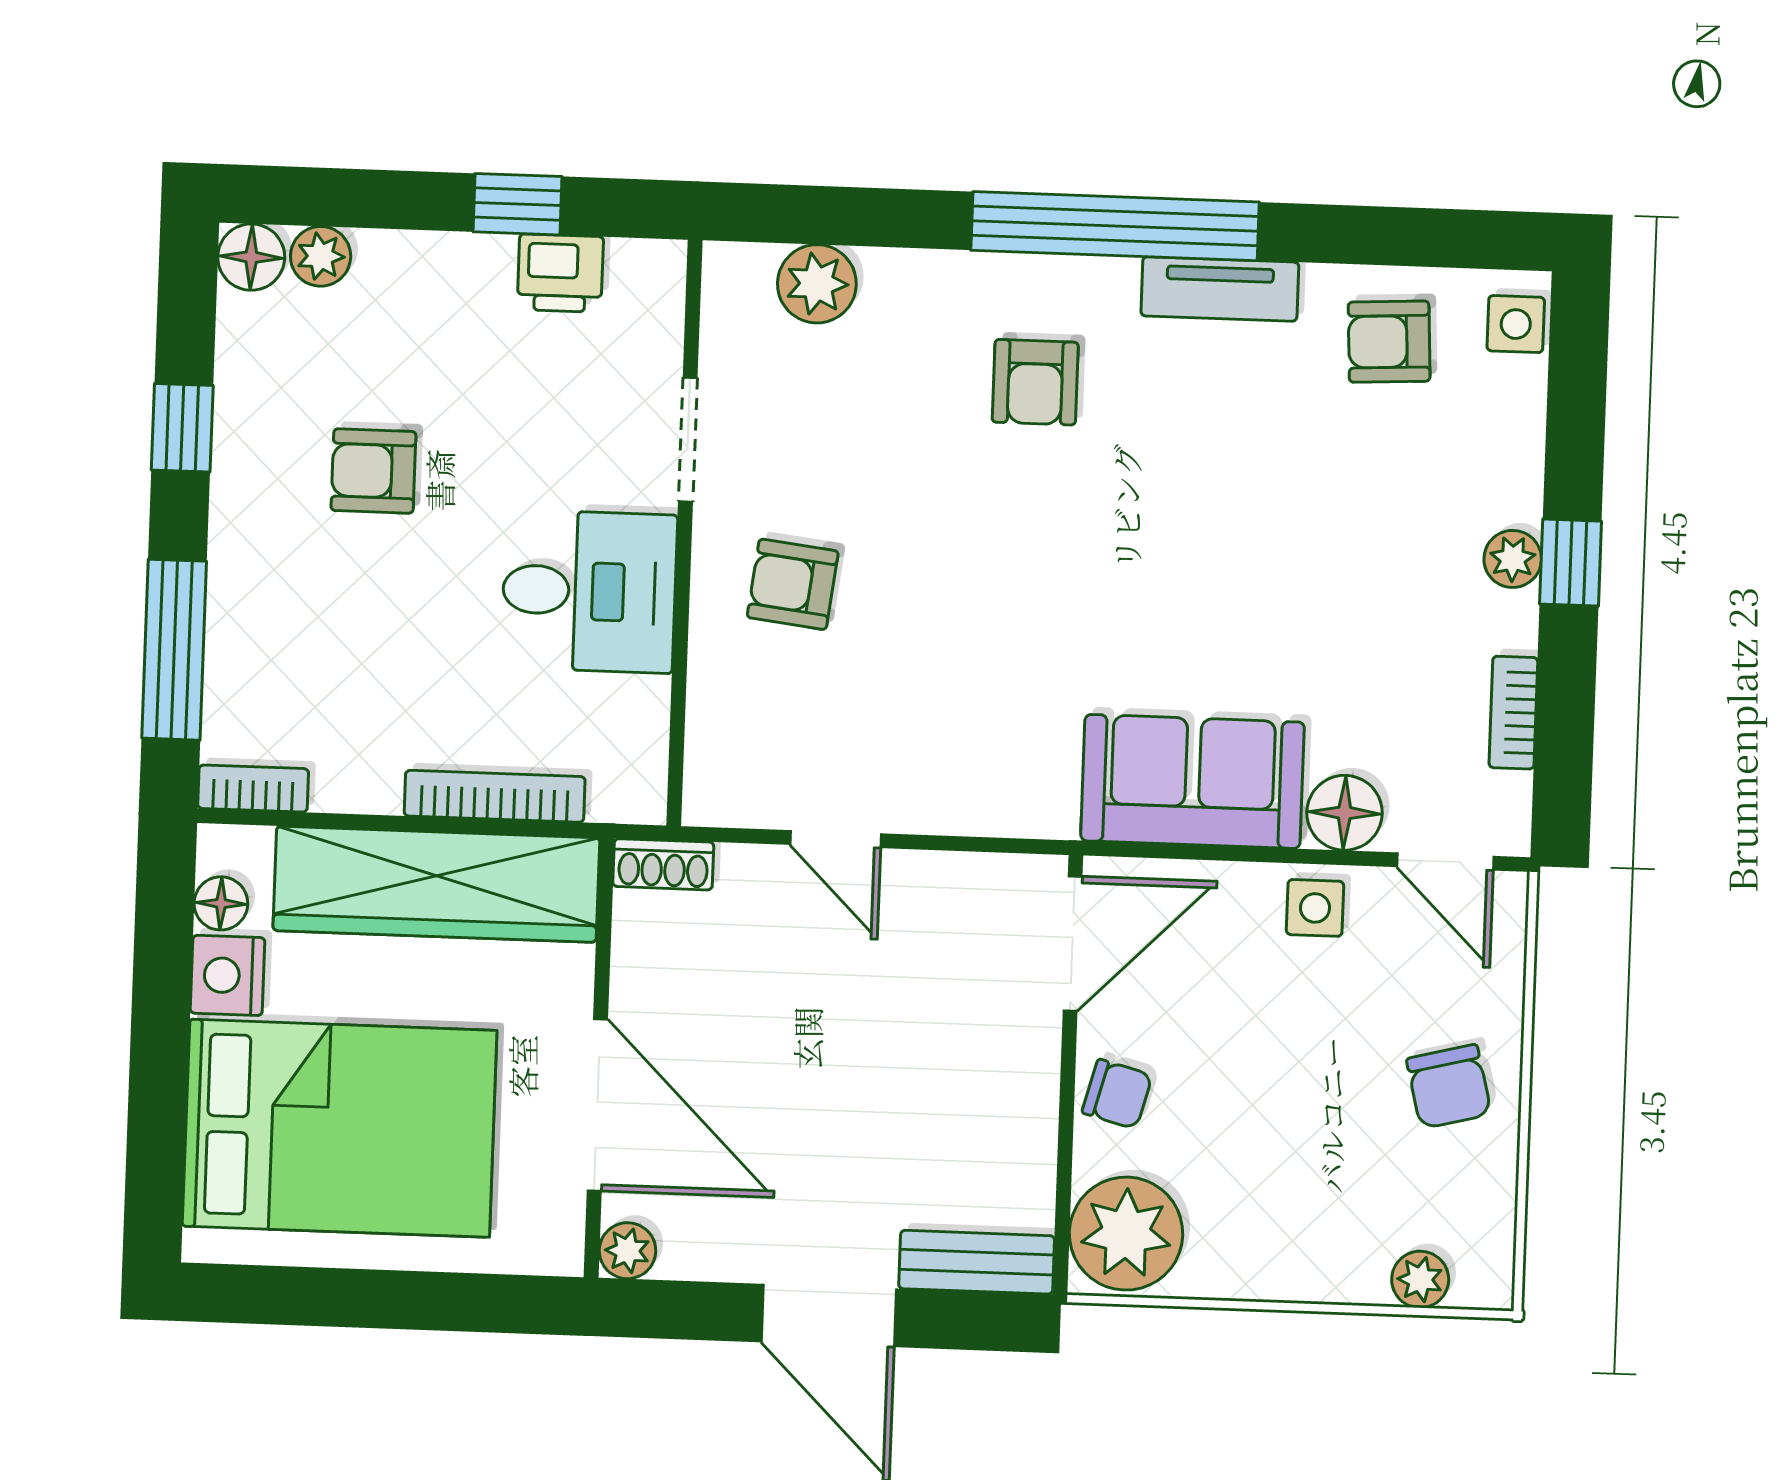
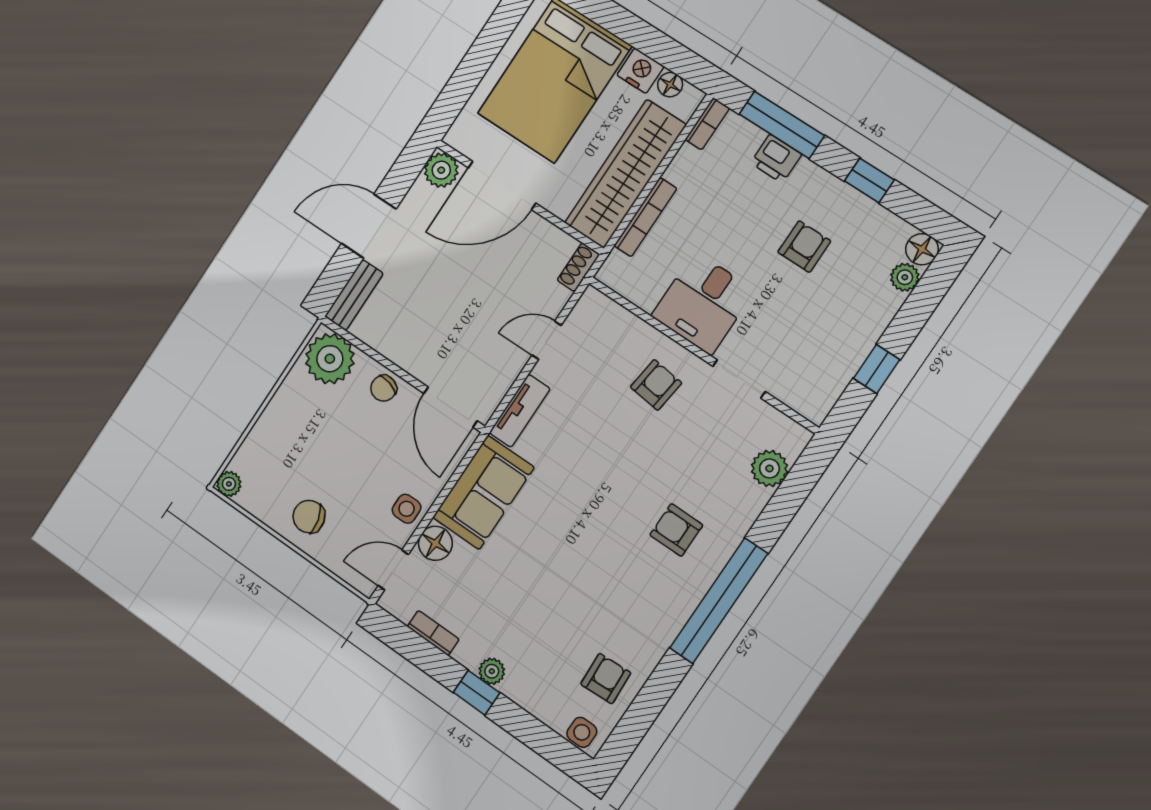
printer: (560, 273) -> (776, 159), moved, turned -90
tv unit: (1220, 289) -> (520, 411), moved, turned 180
plant: (628, 1251) -> (441, 170), width x1.38, depth x1.38
plant: (1420, 1279) -> (229, 484), moved

